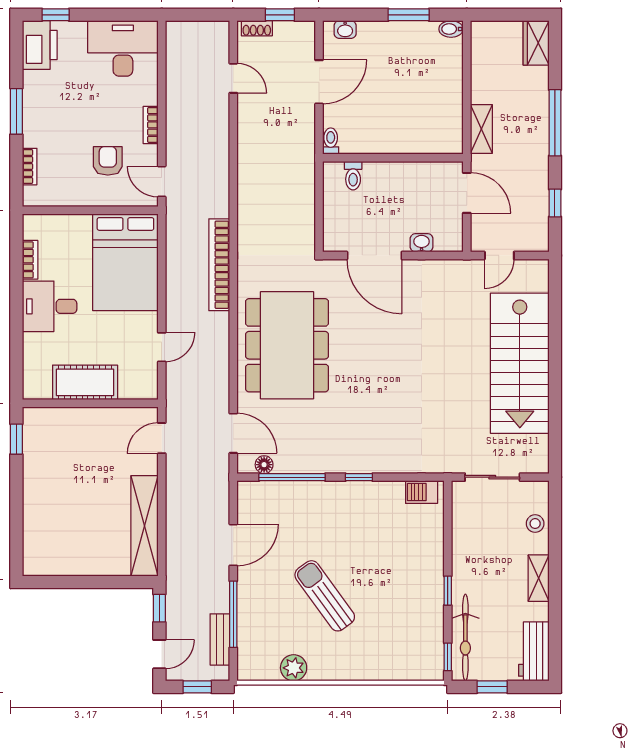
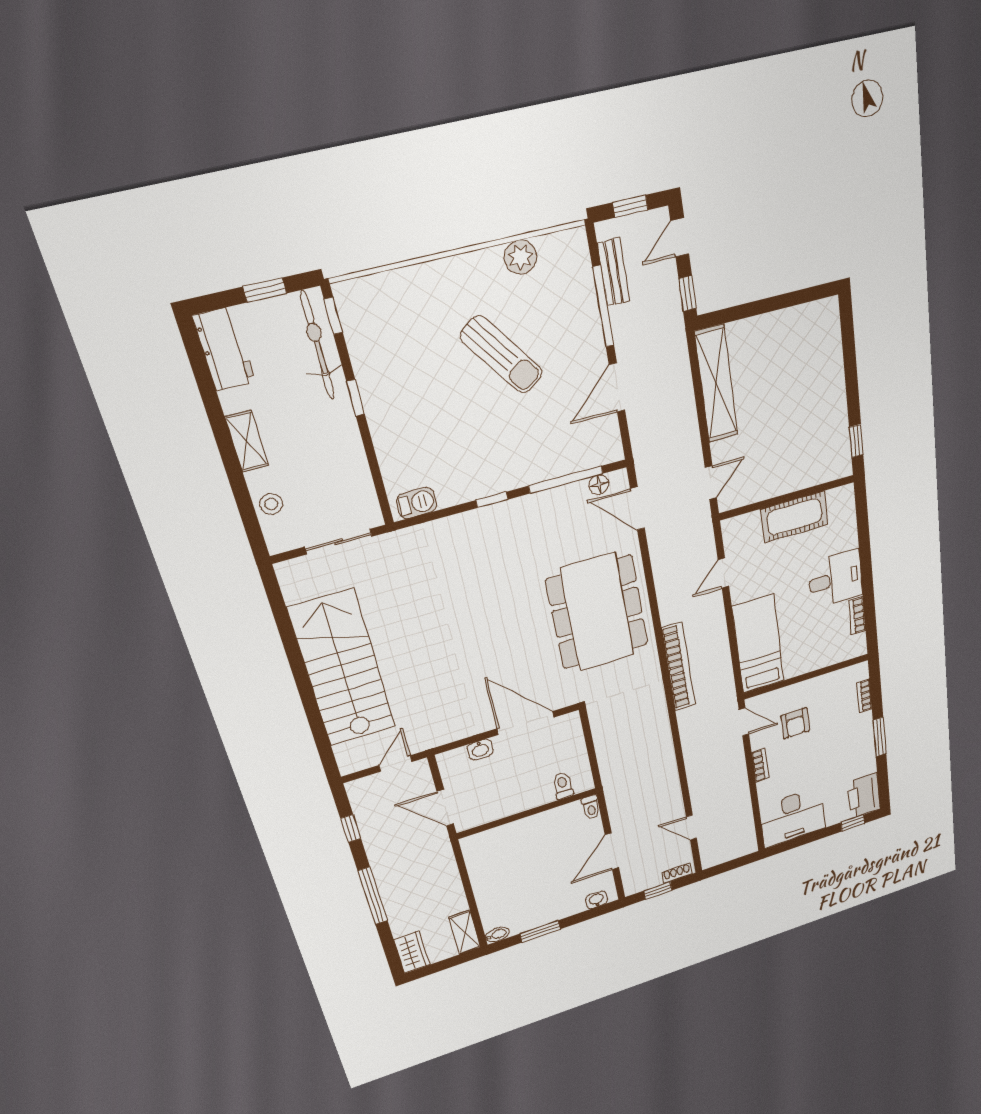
shelving: (481, 129) -> (465, 932), moved
bed: (125, 262) -> (758, 644), width x0.67

